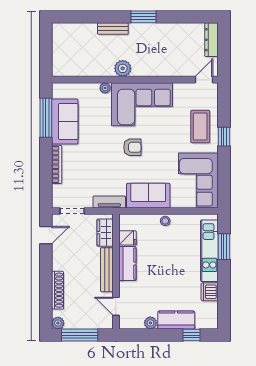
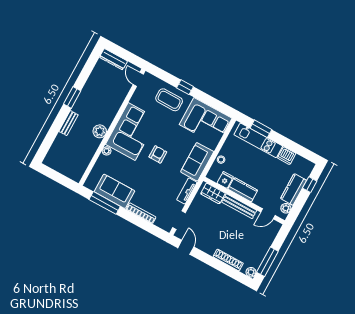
wardrobe: (105, 233) -> (213, 193), moved
fridge: (128, 238) -> (225, 180), moved
kitchen counter: (127, 264) -> (243, 190), moved
bench: (107, 270) -> (239, 206), moved
wall: (116, 272) -> (244, 201), moved
door: (116, 306) -> (268, 214), moved

